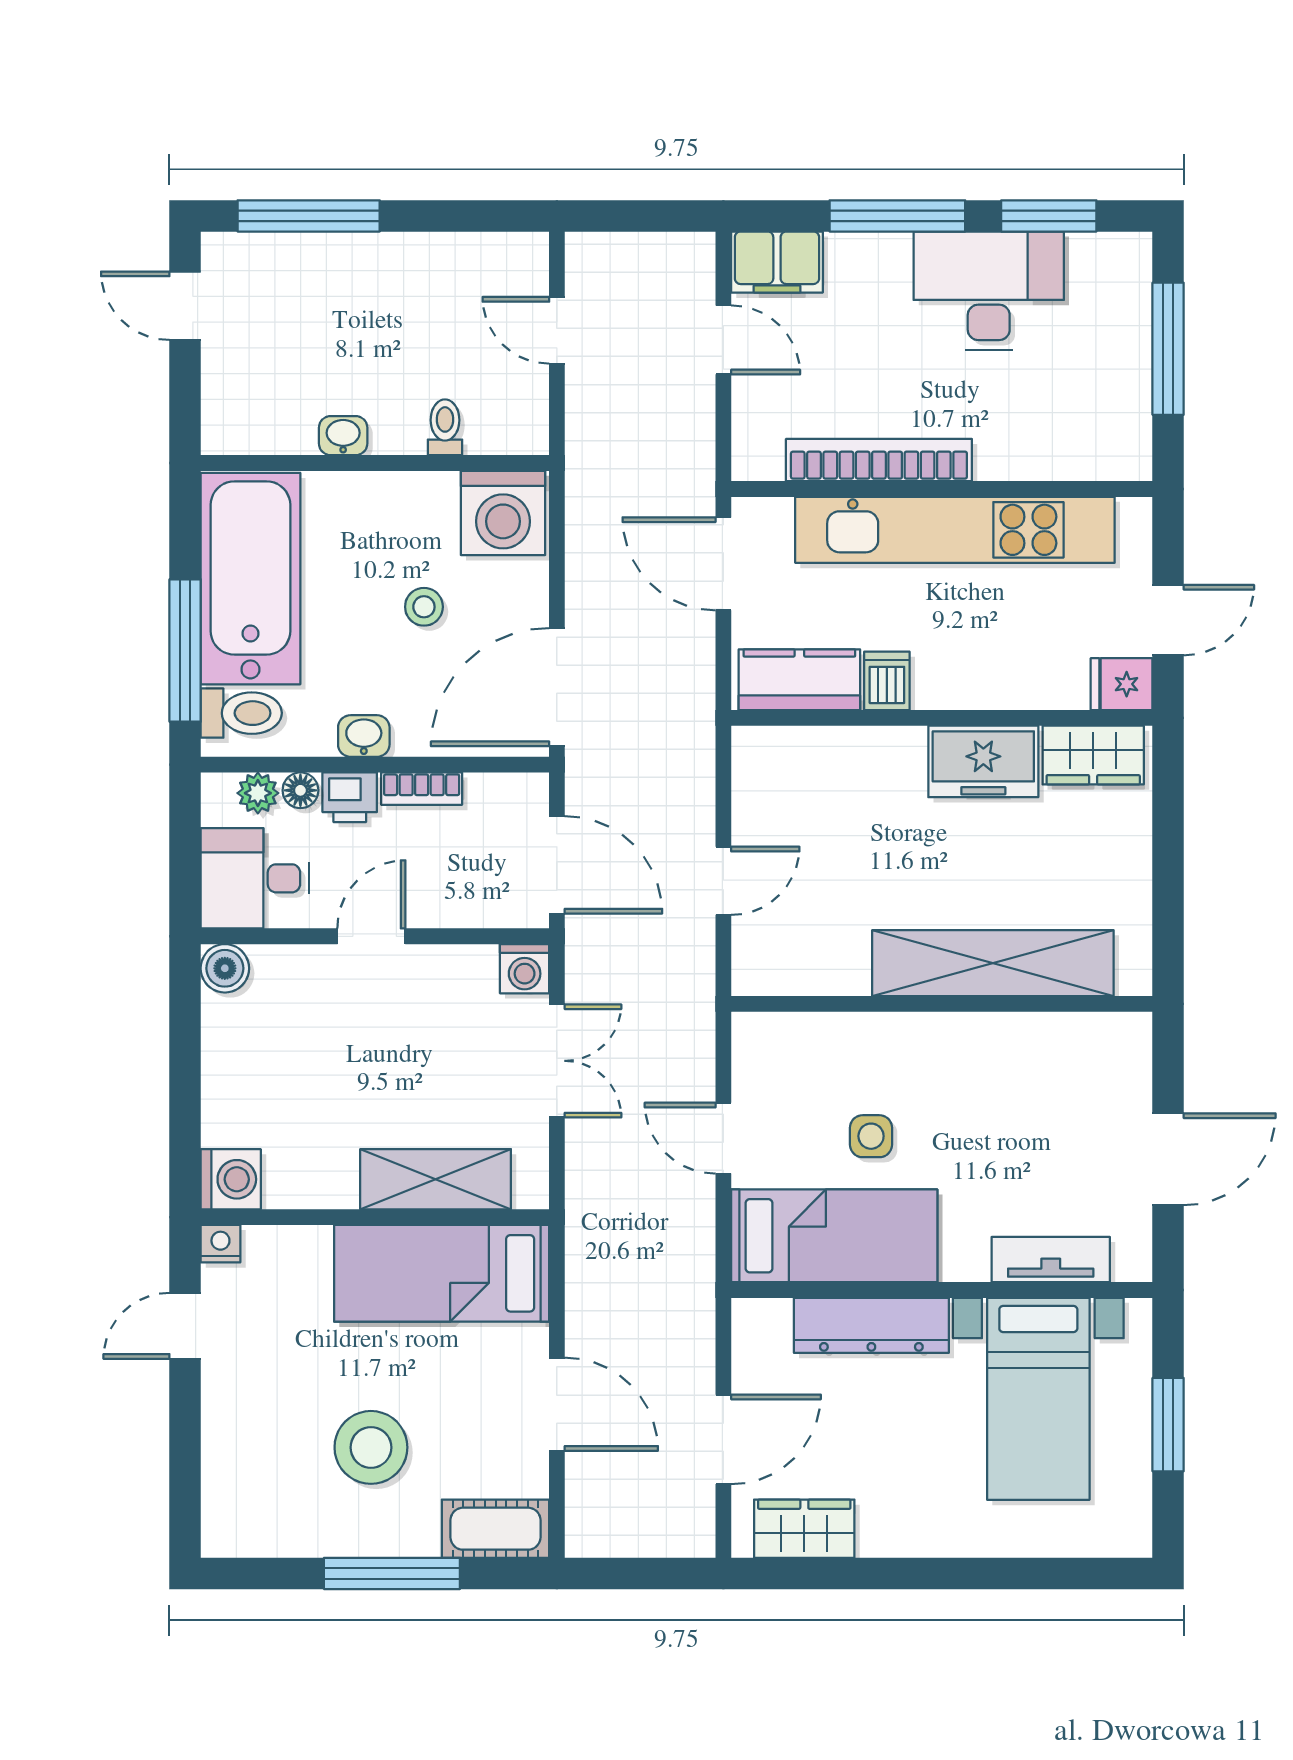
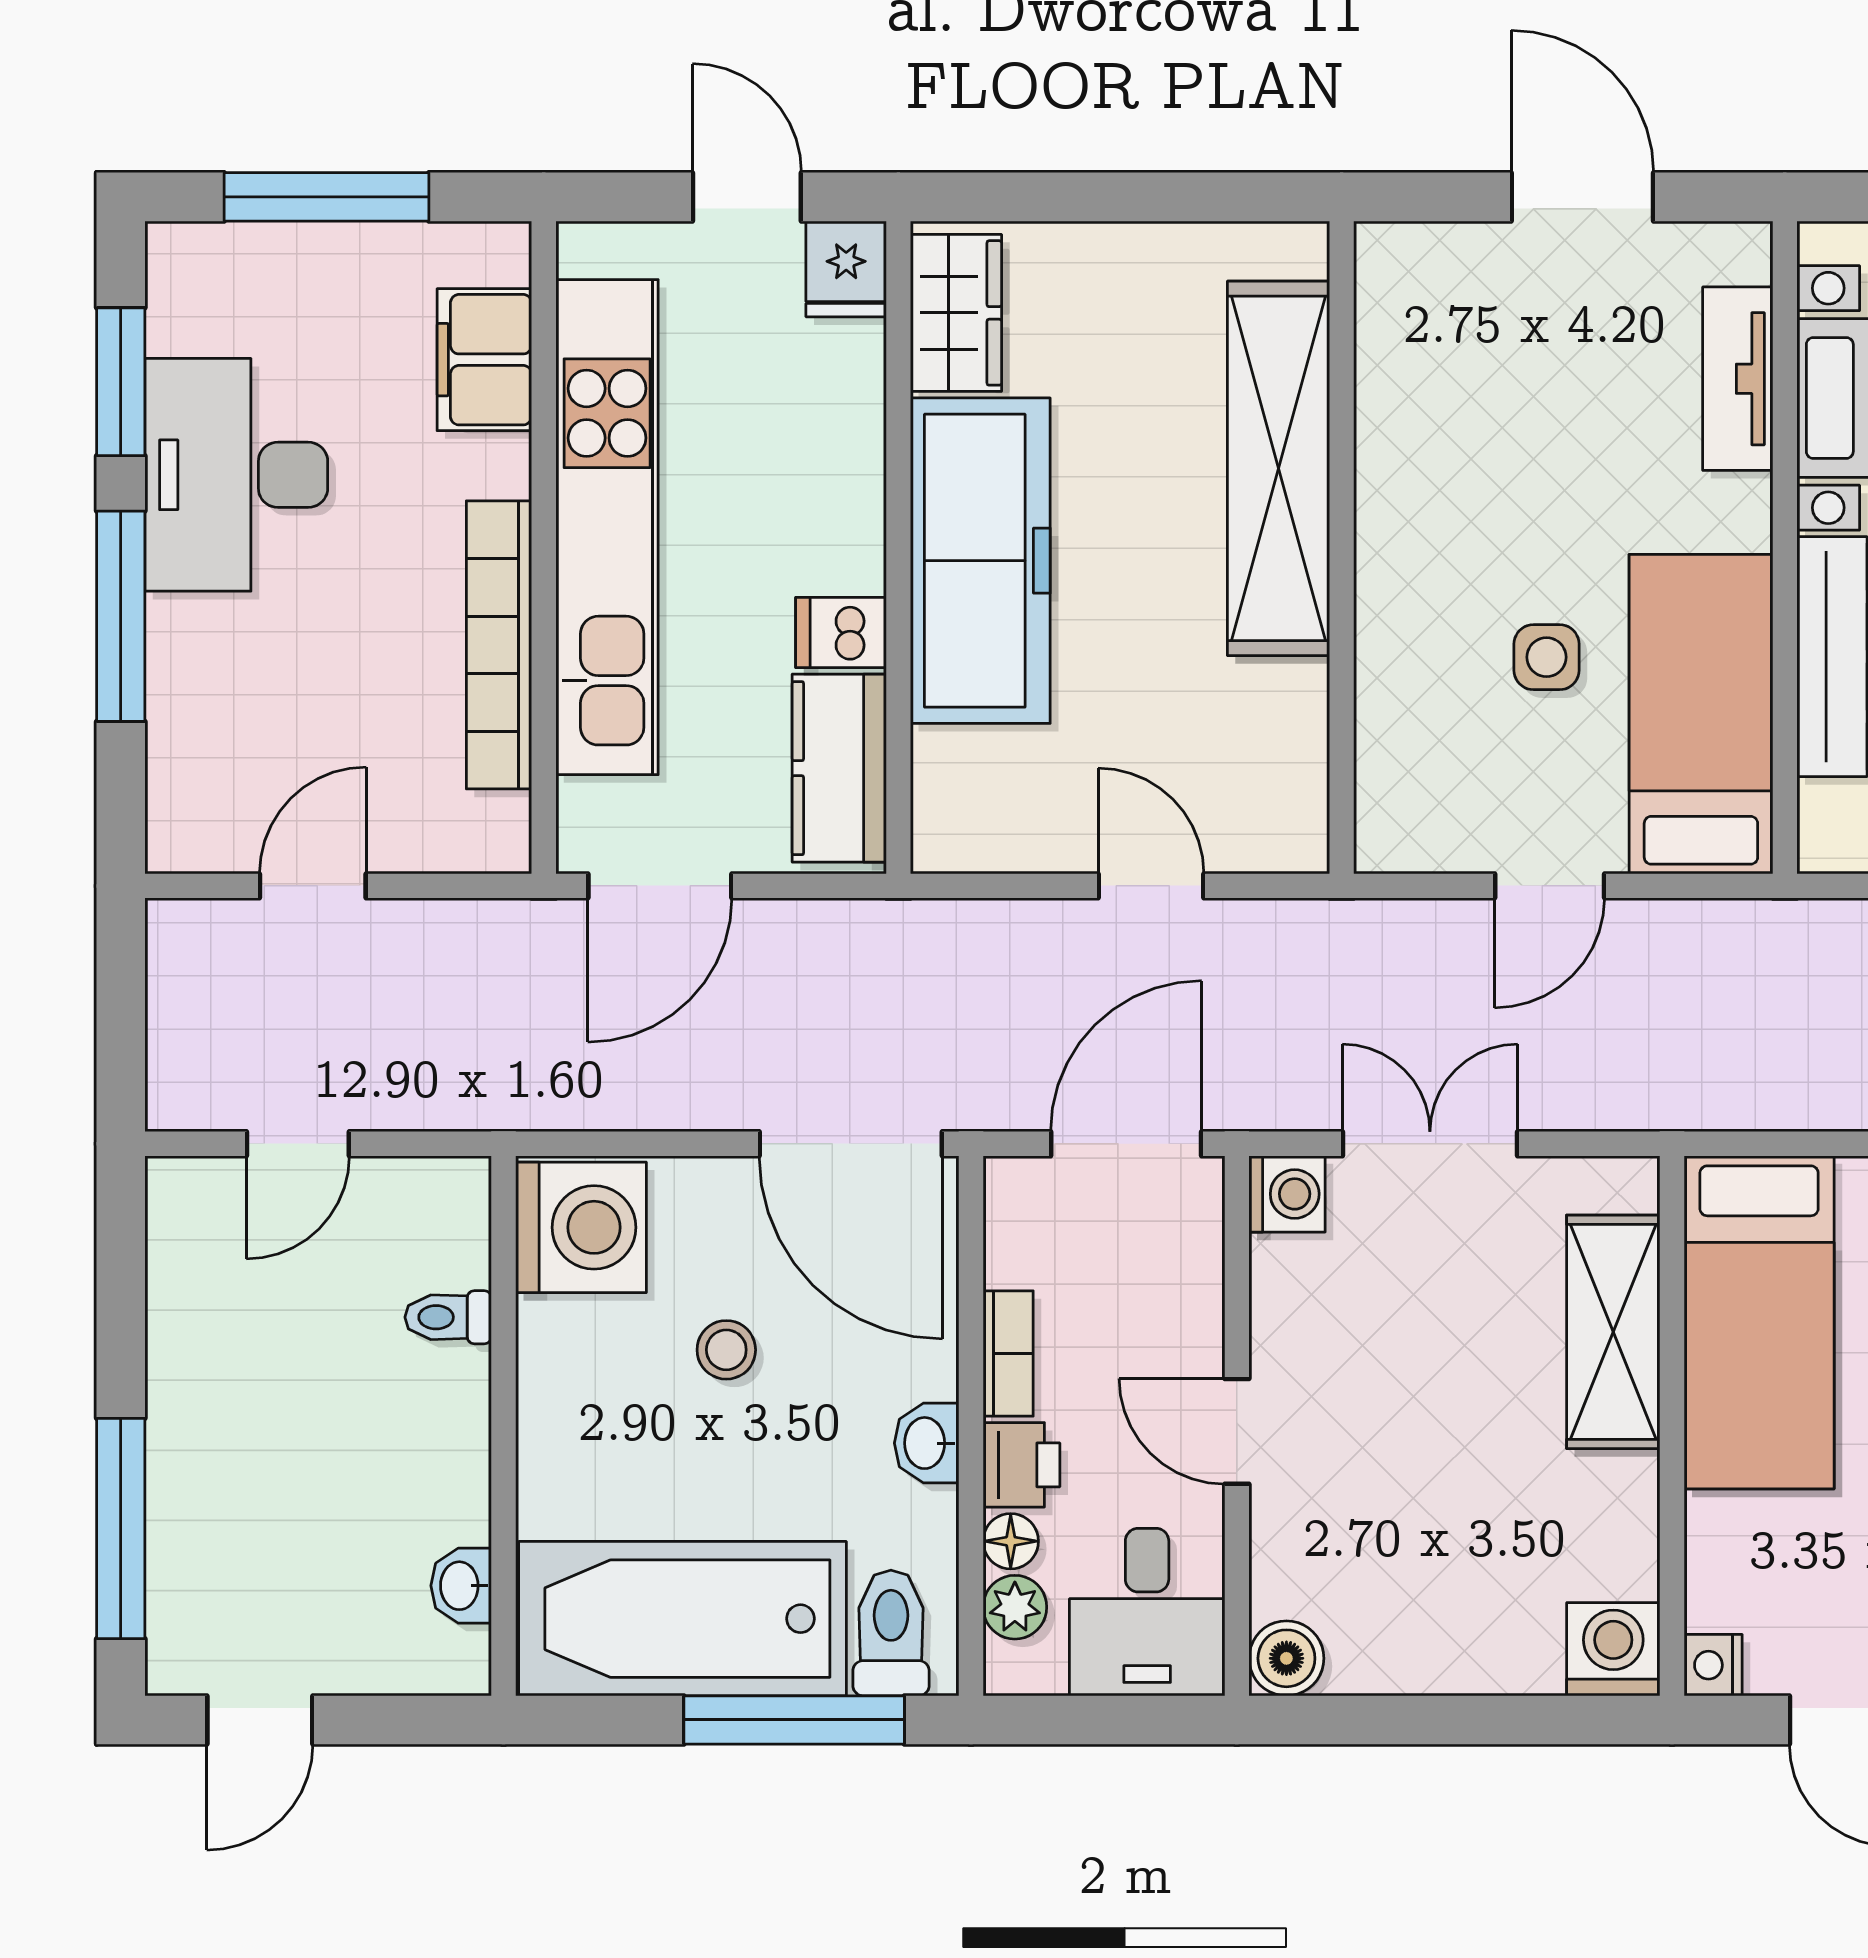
filing cabinet: (777, 262) -> (484, 360), moved, turned 180
washbasin: (343, 436) -> (461, 1586), moved
freezer: (983, 761) -> (980, 561), width x1.91, depth x1.26

